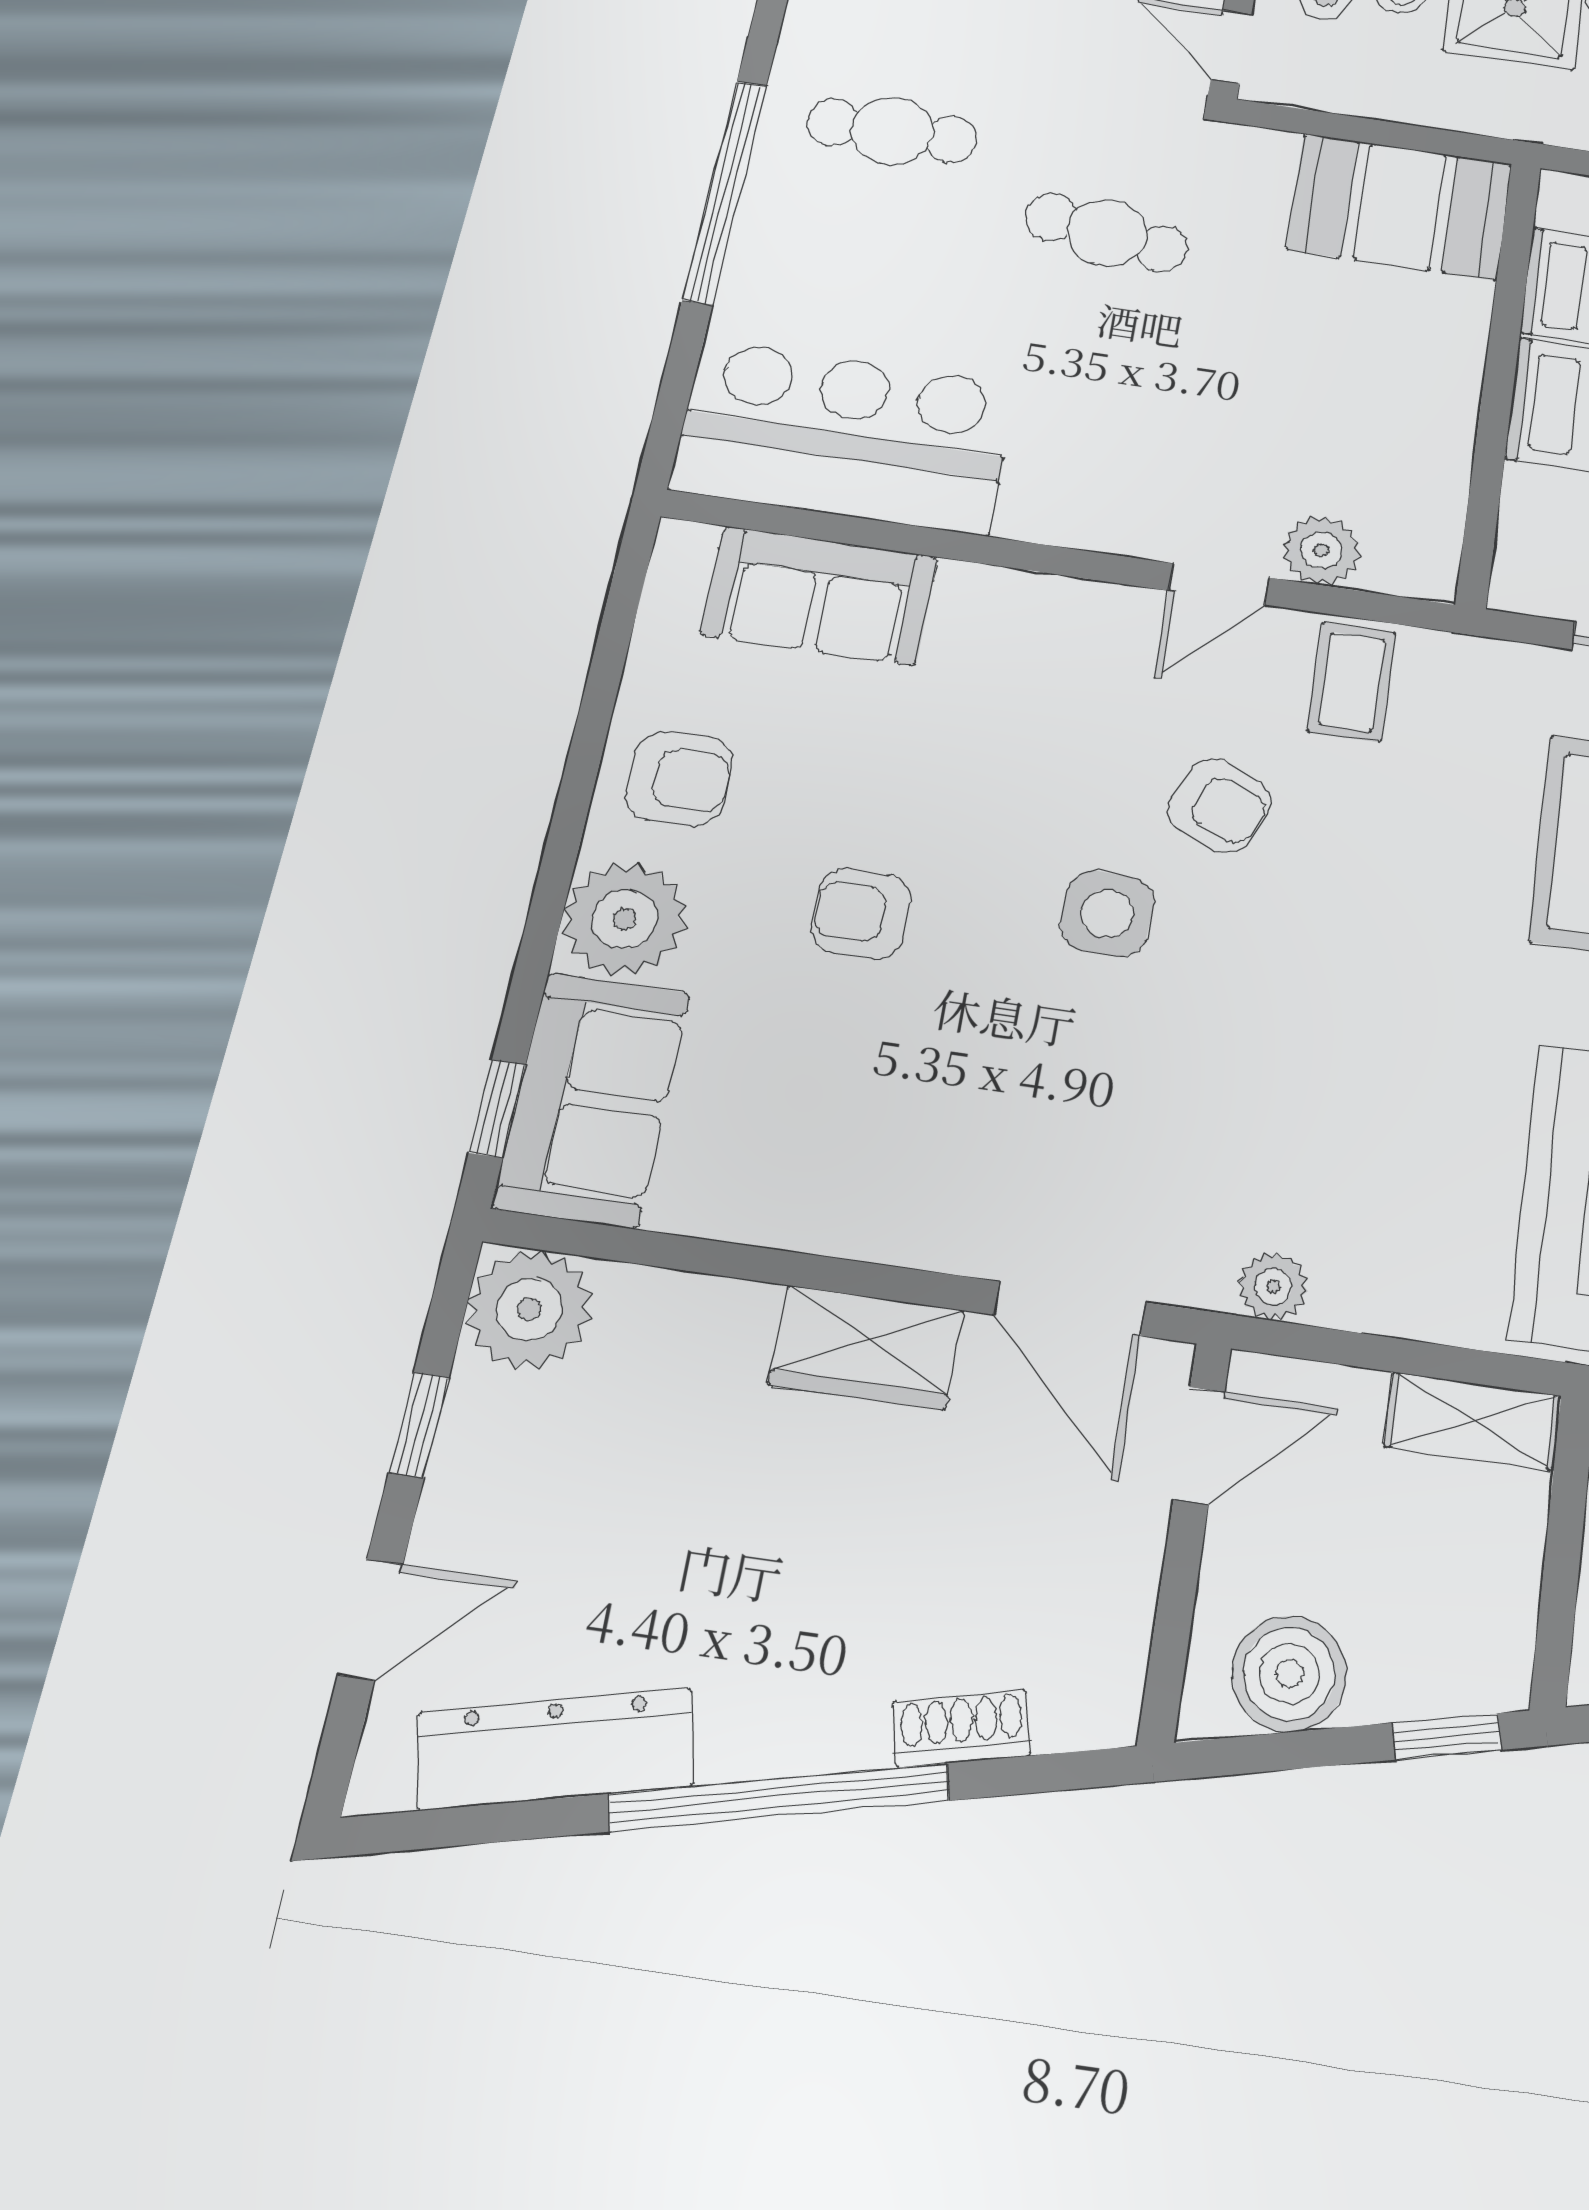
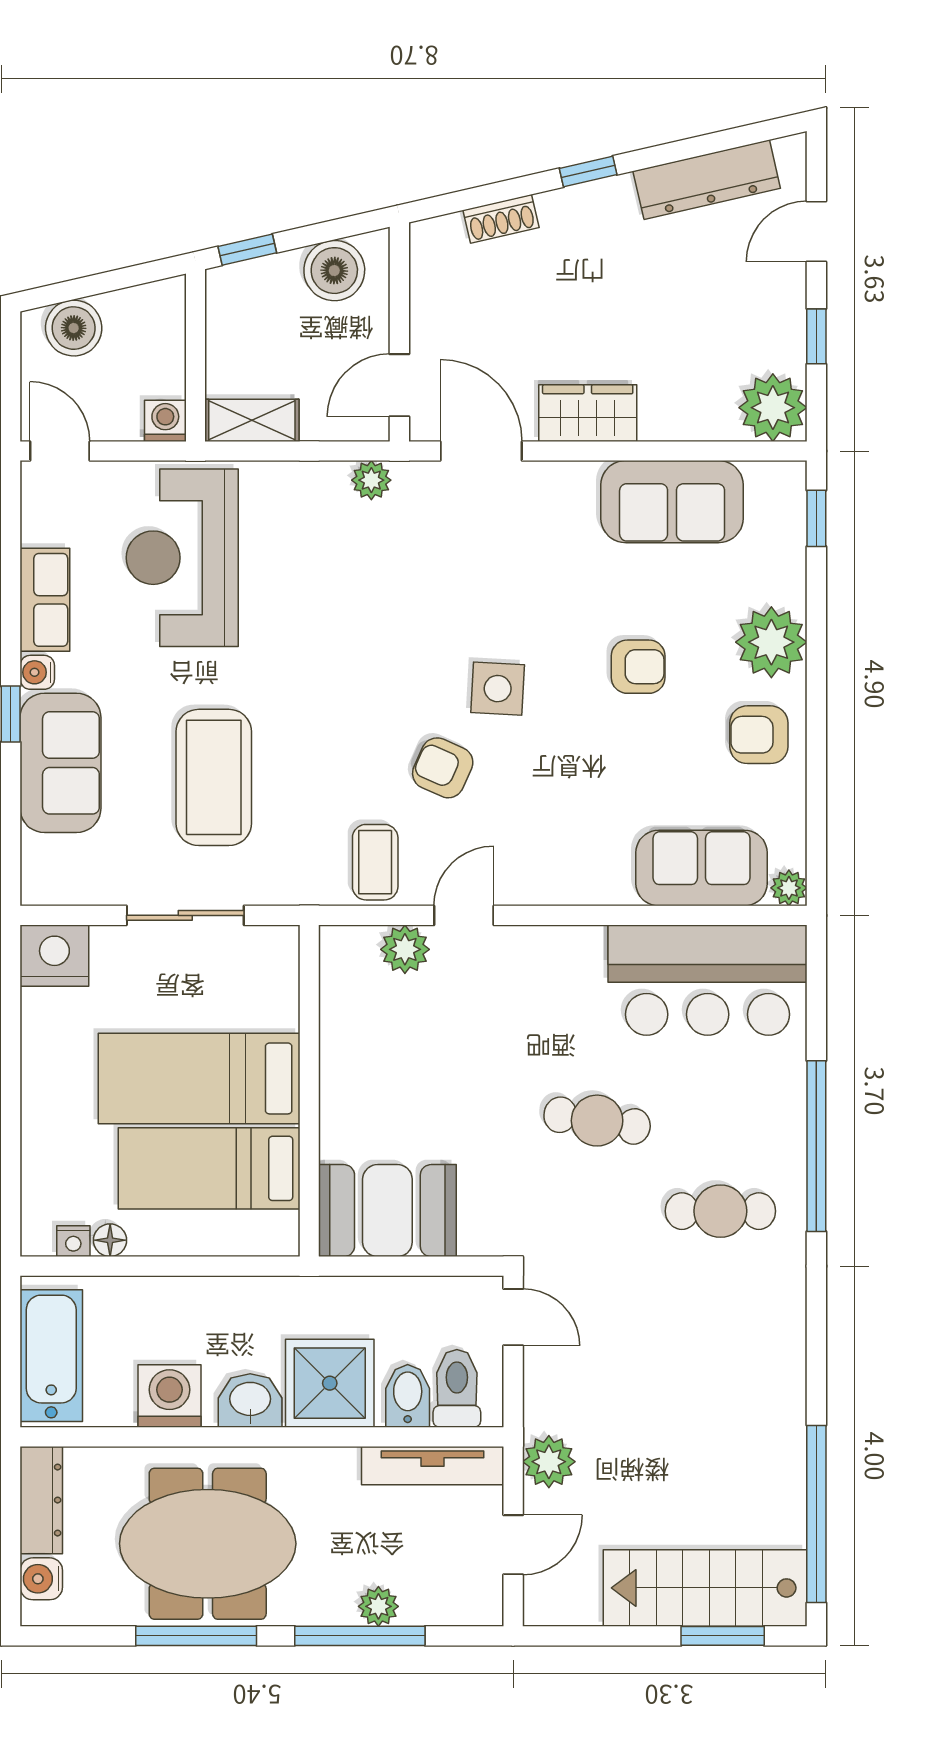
cafe table: (1107, 233) -> (597, 1121), moved
plant: (683, 546) -> (789, 888), added
sofa: (592, 1099) -> (672, 502), moved, turned -90
window: (779, 1797) -> (588, 172), width x0.32

